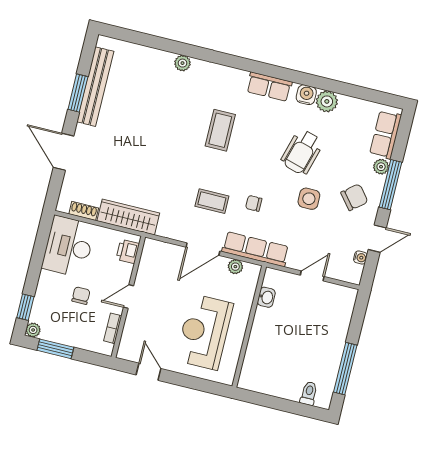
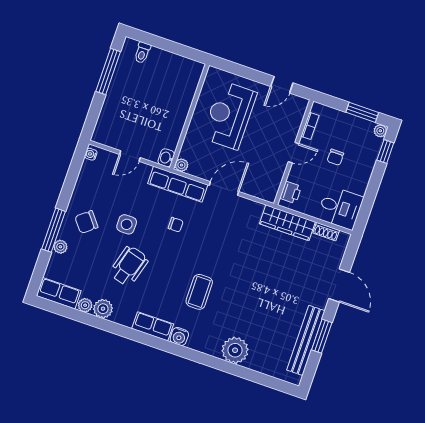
plant: (182, 63) -> (235, 350), width x1.88, depth x1.88
water cooler: (306, 95) -> (179, 336), moved
plant: (347, 103) -> (85, 305), added
row of seats: (386, 135) -> (59, 293), moved, turned -90
coffee table: (212, 201) -> (212, 230), removed
door: (377, 239) -> (70, 184), removed
desk: (69, 247) -> (340, 208), width x0.73
water cooler: (360, 257) -> (91, 154), moved
plant: (235, 267) -> (181, 165), moved
washbasin: (266, 297) -> (166, 158), moved
reception desk: (204, 332) -> (229, 115), turned 180
door: (149, 372) -> (282, 85), hinge flipped

